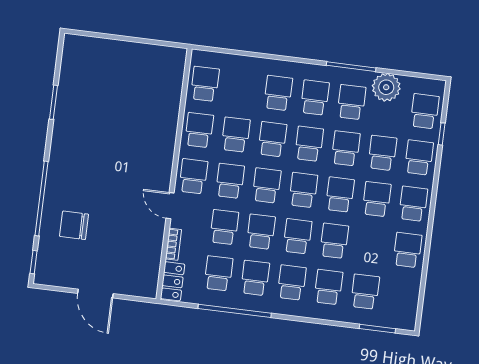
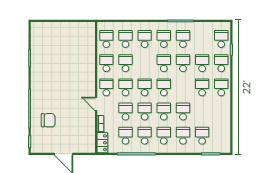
plant: (386, 87) -> (200, 29), removed
school desk: (272, 139) -> (125, 39), moved
school desk: (340, 195) -> (183, 87), removed
chair: (74, 225) -> (48, 120), turned 180
school desk: (407, 250) -> (221, 112), removed

